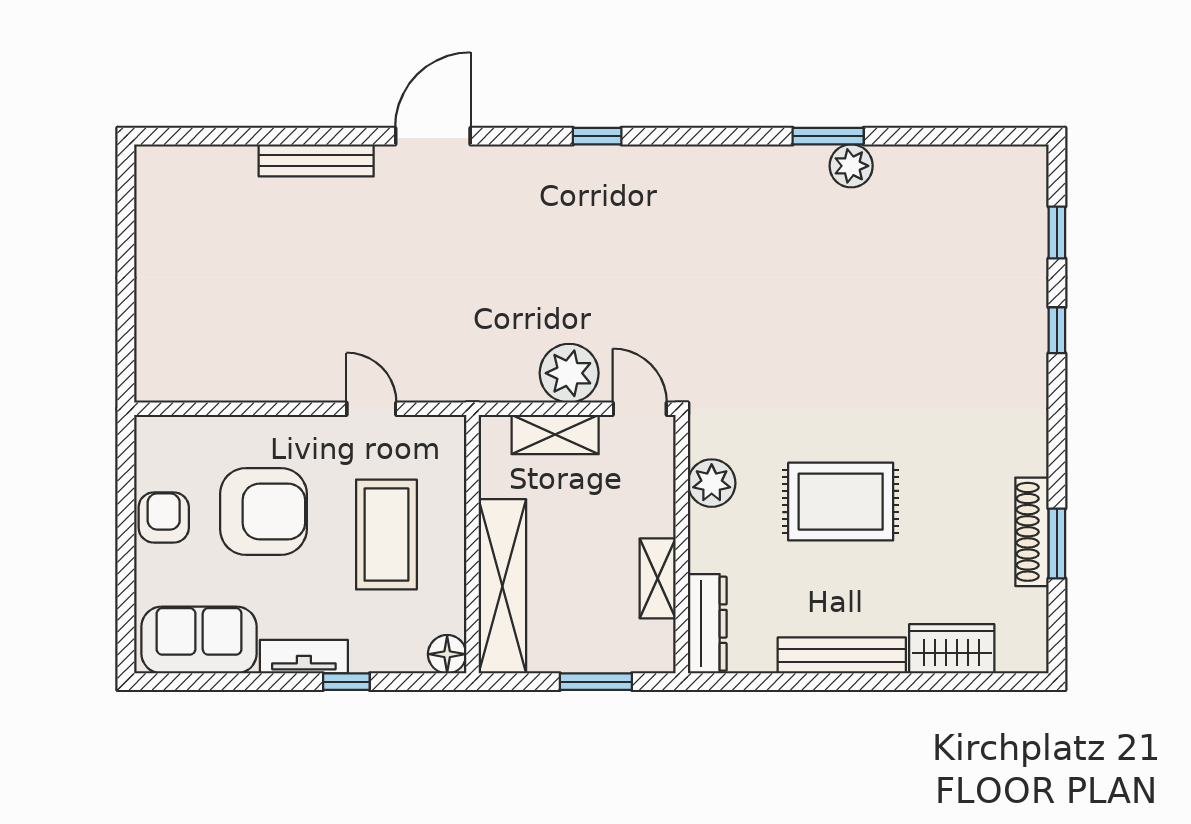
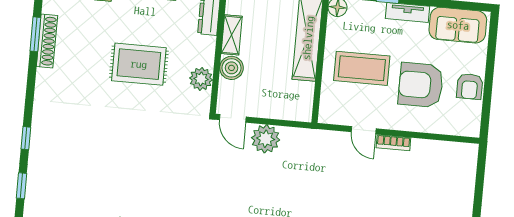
bookcase: (308, 389) -> (393, 143), added
shelving: (555, 435) -> (275, 110), removed
boiler: (652, 511) -> (231, 68), added
coffee table: (386, 535) -> (362, 68), turned 90

